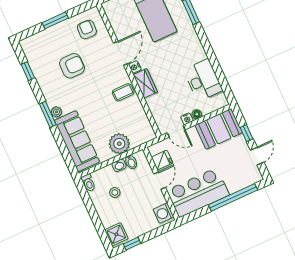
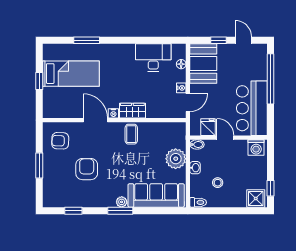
floor lamp: (197, 114) -> (181, 64), moved
bidet: (131, 162) -> (197, 144), moved

